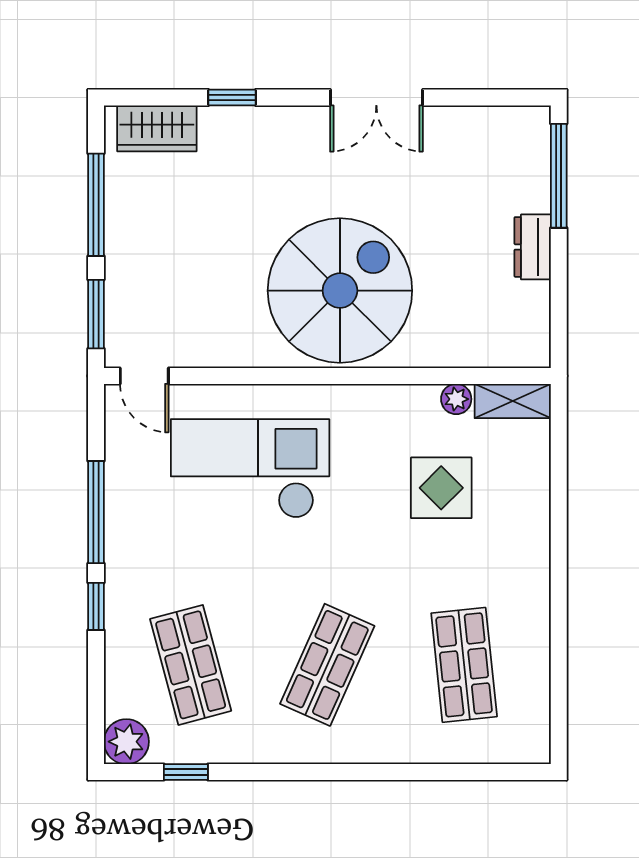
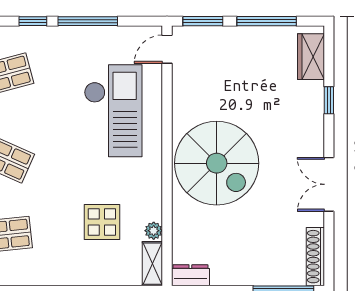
shoe rack: (501, 121) -> (315, 257), added
dresser: (533, 247) -> (190, 275), moved

